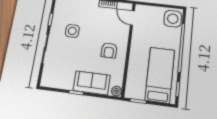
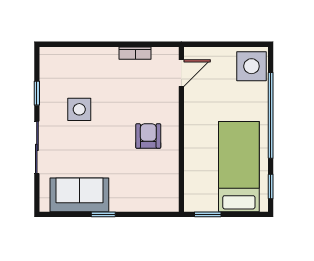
door: (132, 18) -> (181, 73), swing flipped
armchair: (109, 50) -> (148, 136), turned 180
sofa: (92, 83) -> (79, 195), moved
plant: (116, 91) -> (170, 203), removed

